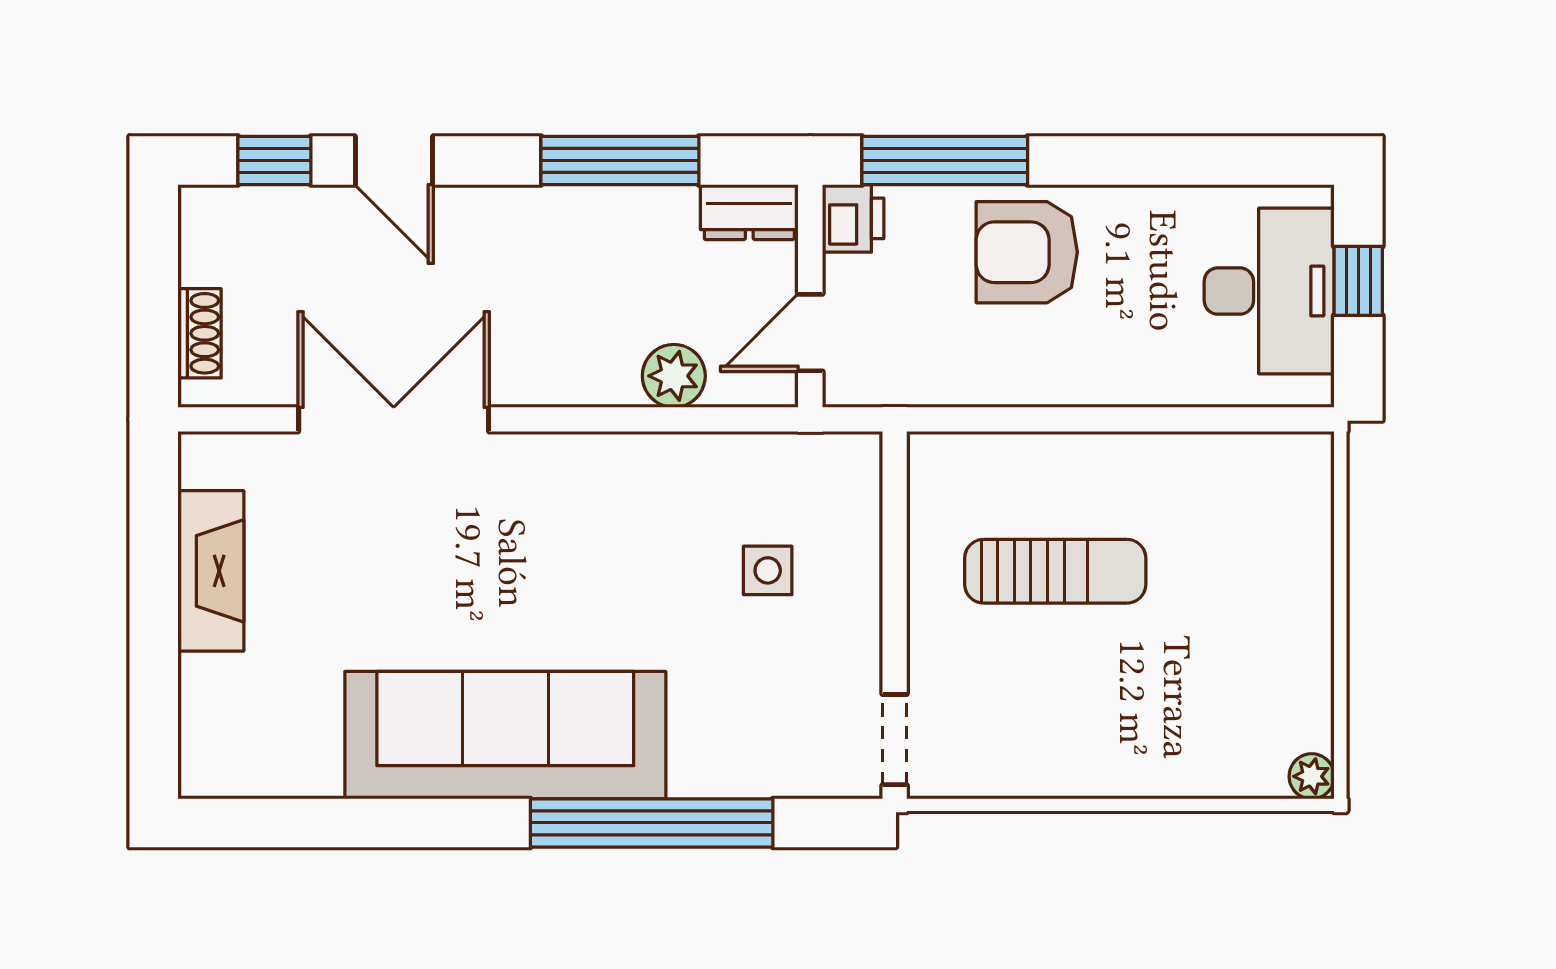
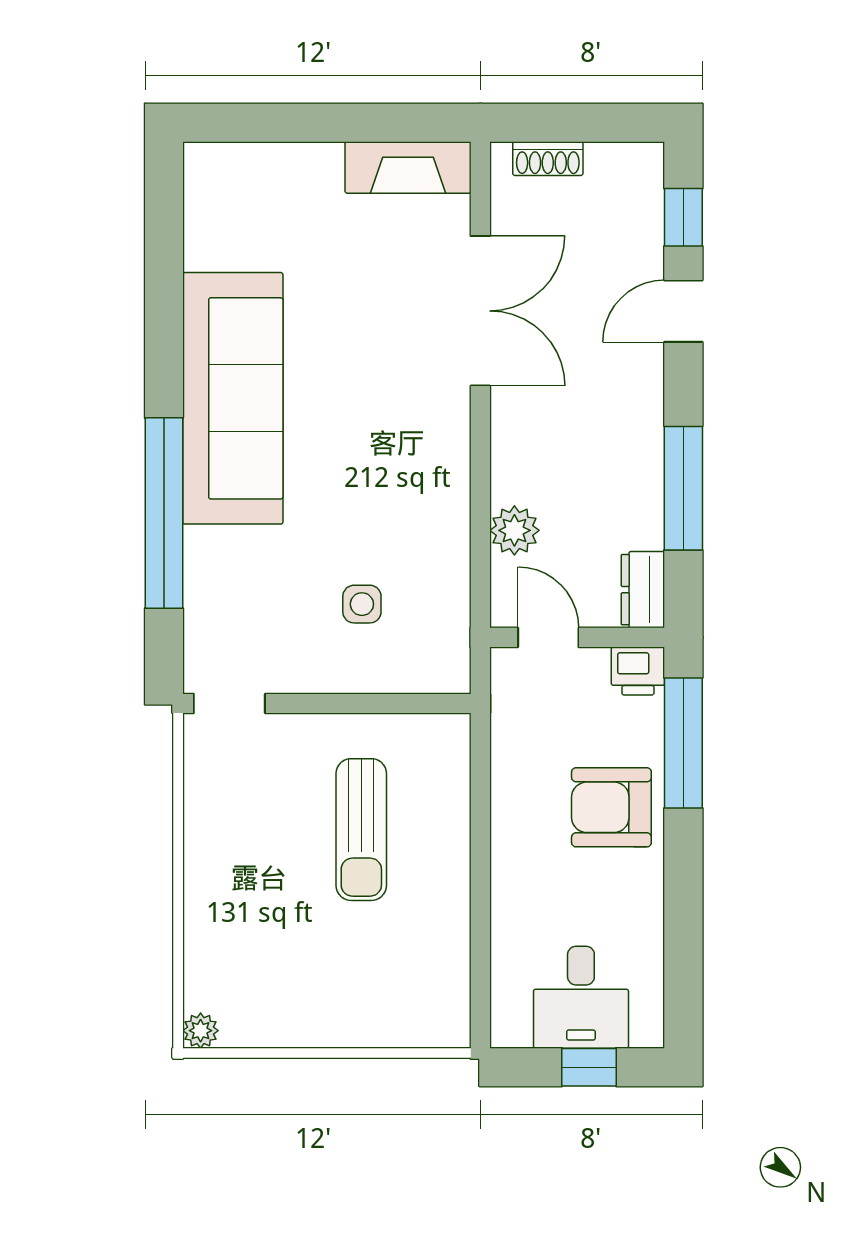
armchair: (1027, 252) -> (611, 807), turned -90
desk: (1269, 291) -> (581, 997), width x0.73
fireplace: (211, 571) -> (408, 167), moved

